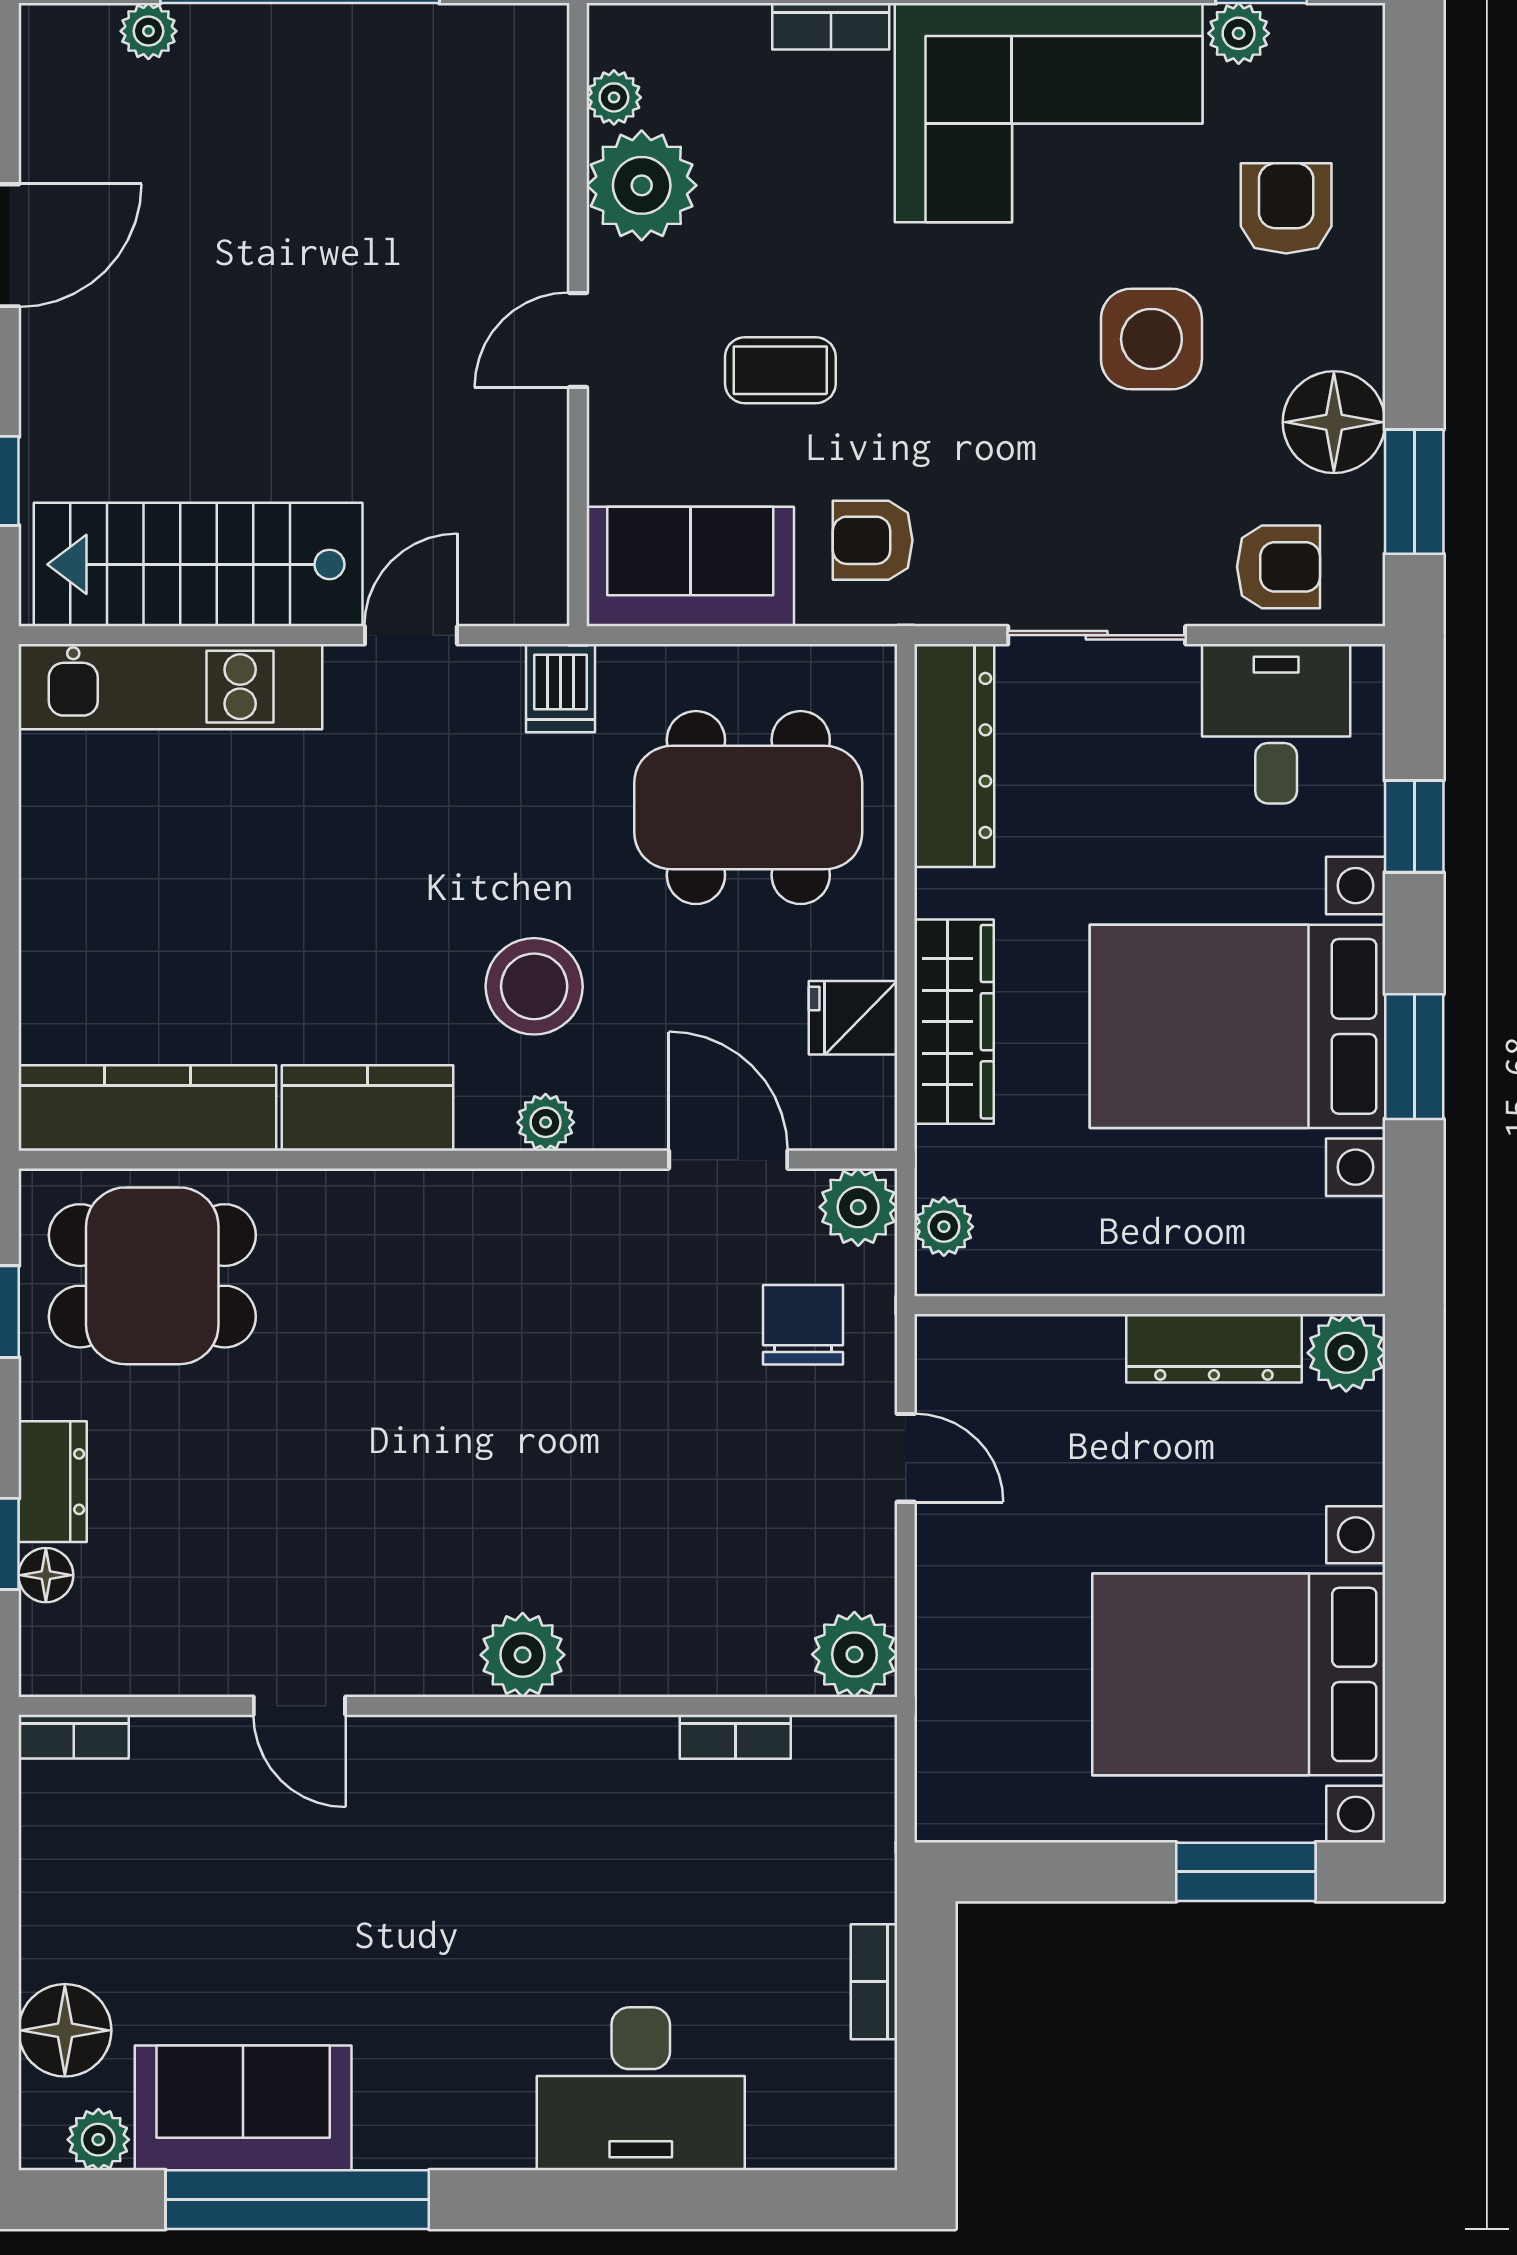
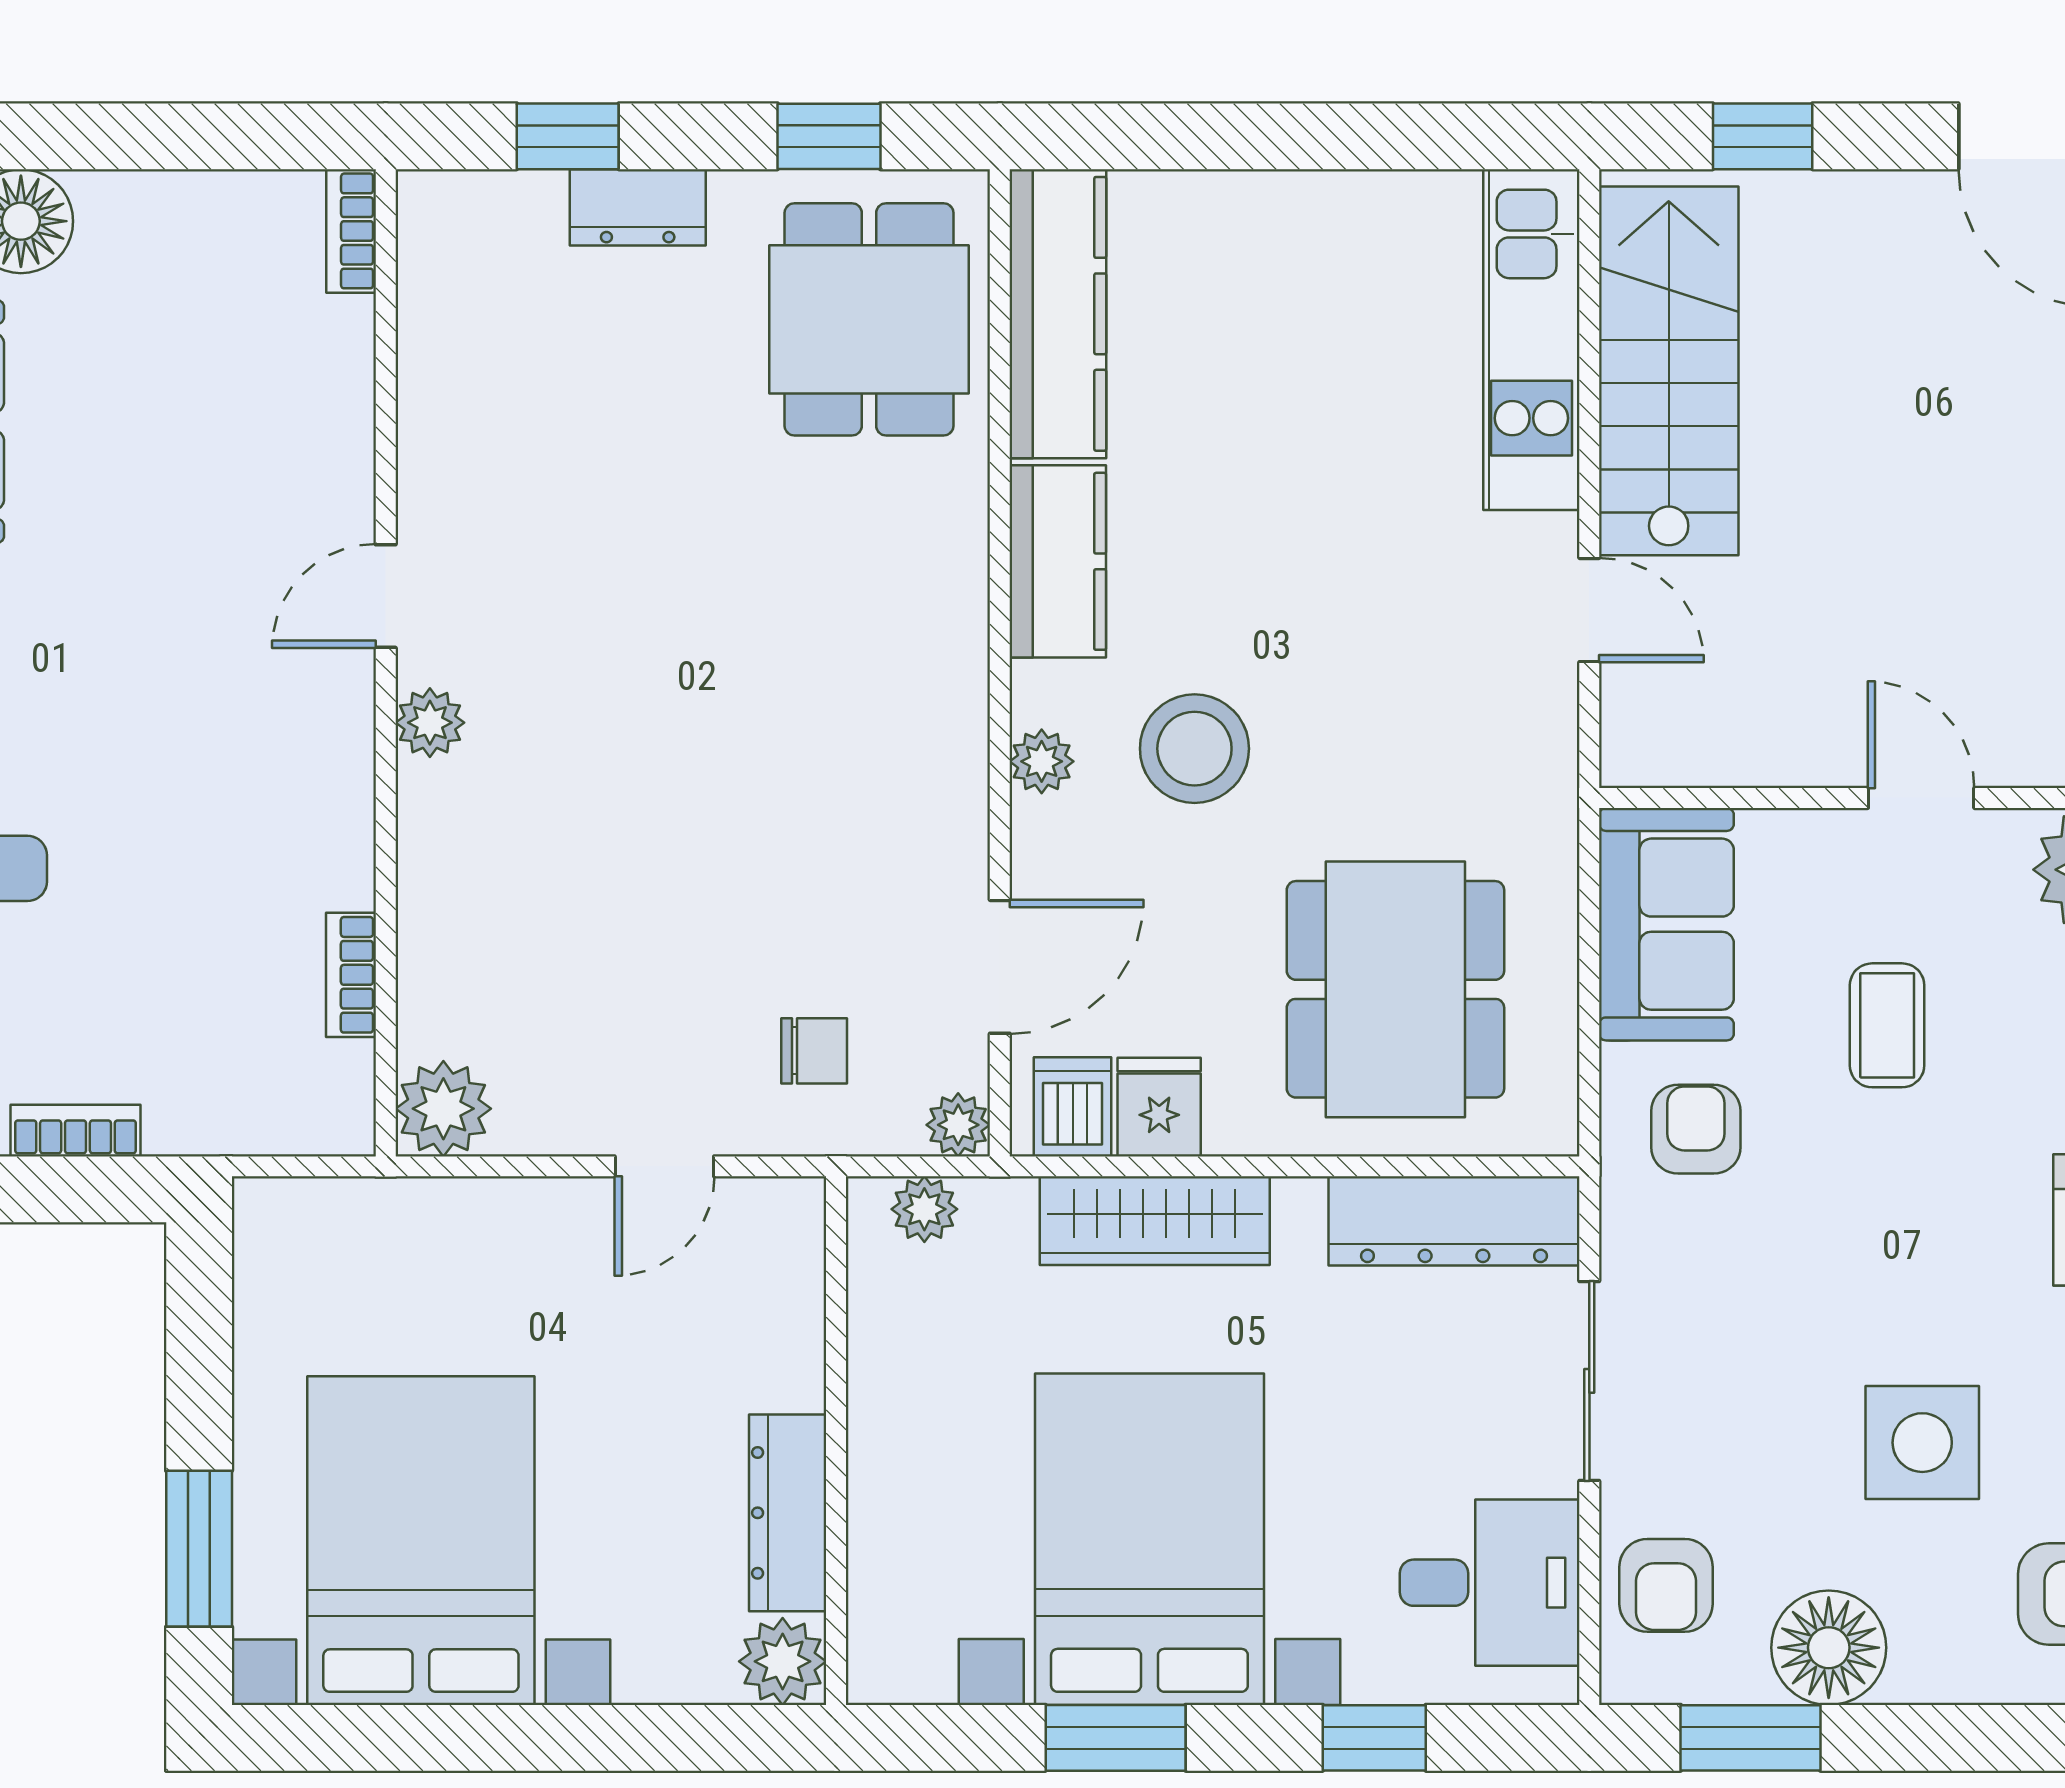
dishwasher: (561, 688) -> (1073, 1107), moved, turned 90
plant: (858, 1207) -> (958, 1125), width x0.73, depth x0.73
chair: (803, 1325) -> (814, 1051), width x0.73, depth x0.73
floor lamp: (46, 1575) -> (533, 200), removed
plant: (523, 1655) -> (430, 723), width x0.73, depth x0.73
door: (299, 1706) -> (386, 596), moved

